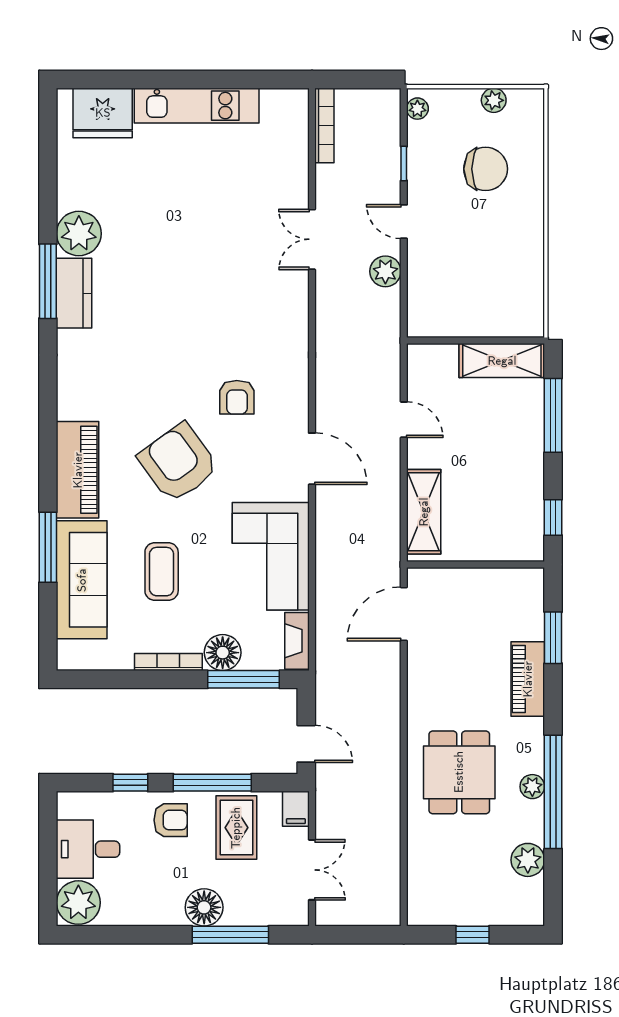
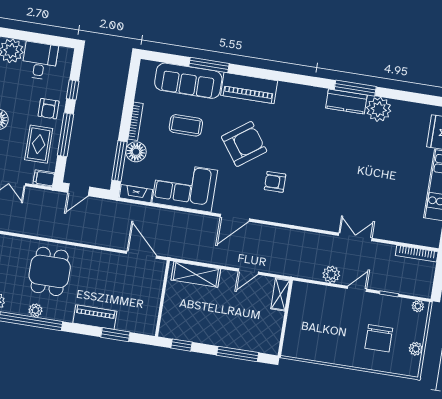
shelving: (502, 361) -> (280, 294), moved, width x0.67, depth x0.75
dining table: (459, 772) -> (50, 271), turned 90
rug: (236, 828) -> (39, 144), turned 90

